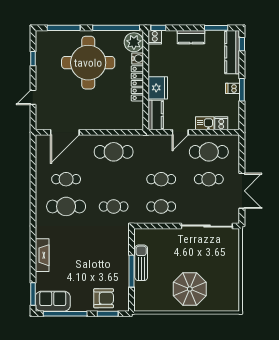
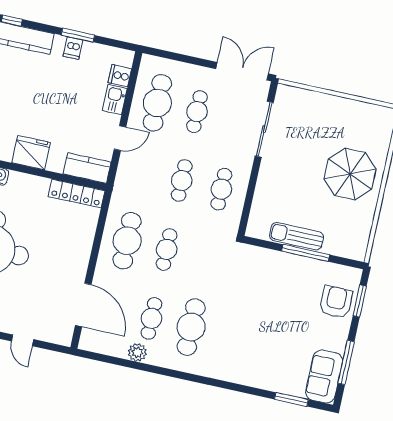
locker: (137, 83) -> (76, 194), moved
fridge: (158, 88) -> (31, 153), moved
door: (180, 132) -> (120, 138), hinge flipped
plant: (42, 175) -> (137, 352), added
double door: (242, 191) -> (242, 71), moved
cafe table: (114, 206) -> (167, 249), moved
sliding door: (207, 226) -> (264, 129), width x0.73
fireplace: (42, 255) -> (254, 377), removed
window: (33, 294) -> (291, 399), moved
window: (65, 314) -> (346, 362), width x0.68

